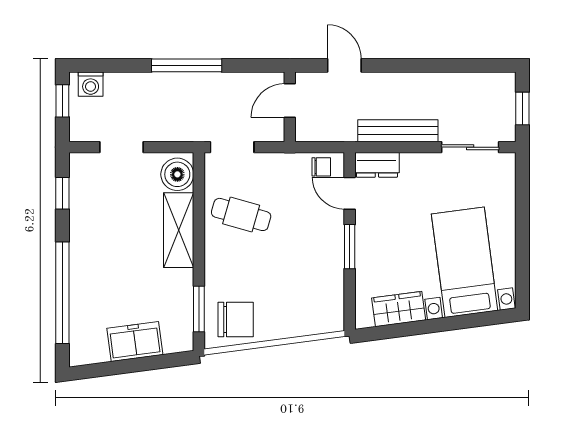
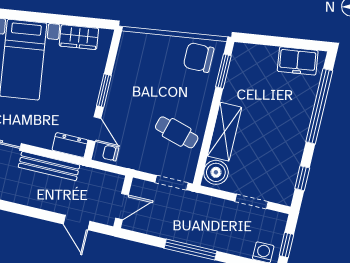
freezer: (135, 342) -> (298, 61), moved

